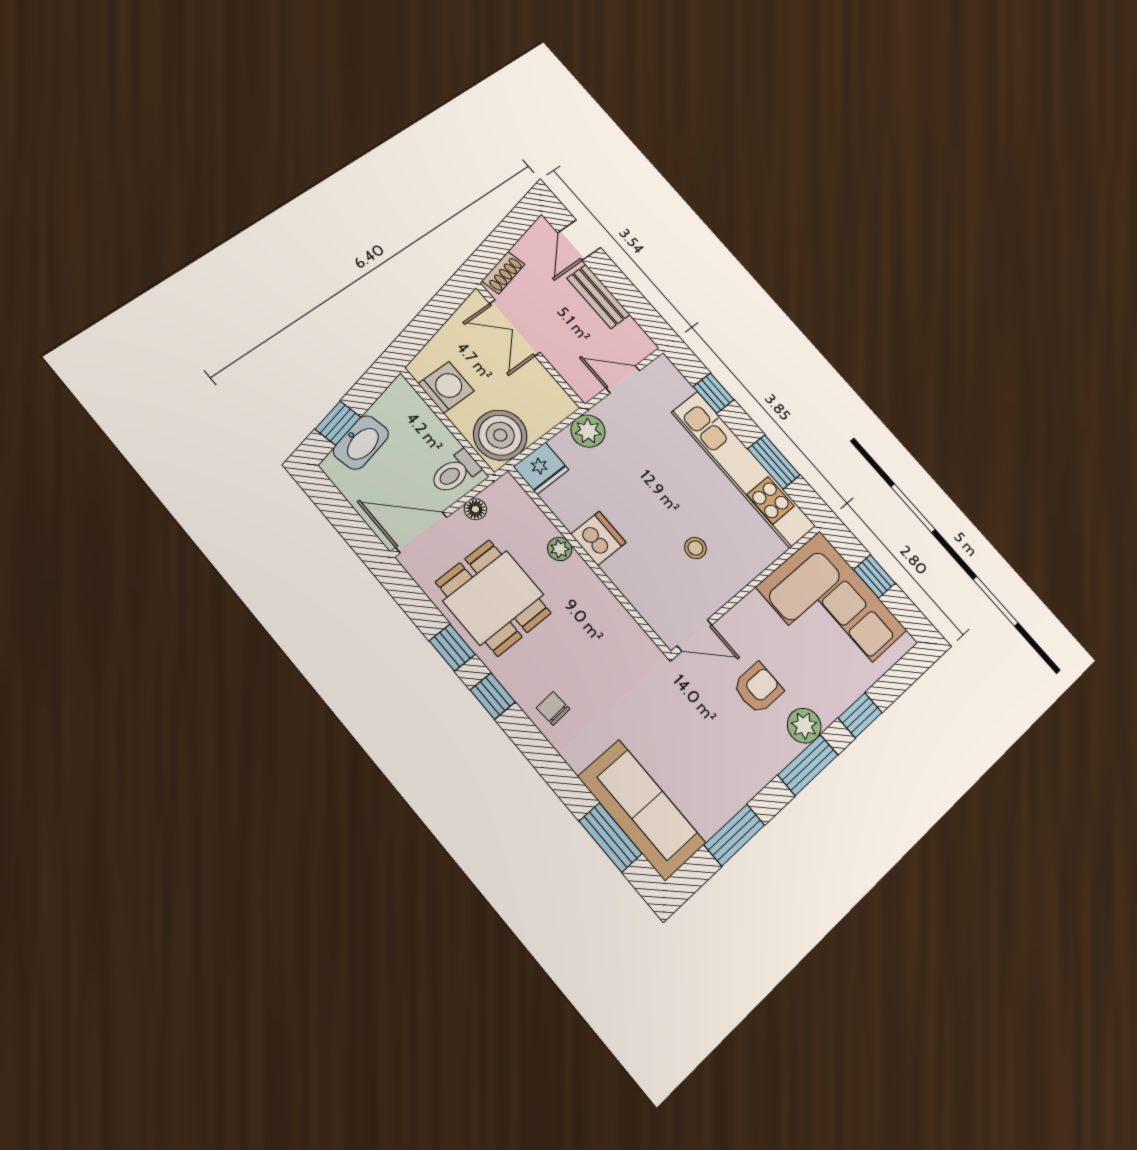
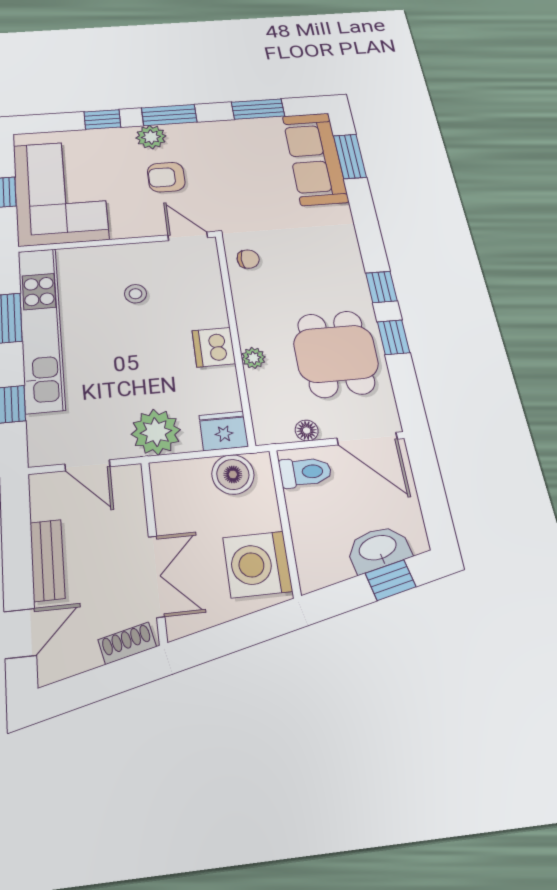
washing machine: (446, 387) -> (257, 564), width x1.37, depth x1.37
plant: (588, 431) -> (156, 432), width x1.36, depth x1.36
boiler: (500, 435) -> (233, 474), width x0.73, depth x0.73
chair: (553, 708) -> (248, 259), moved, turned -86

